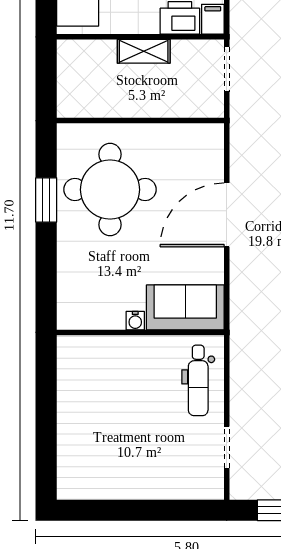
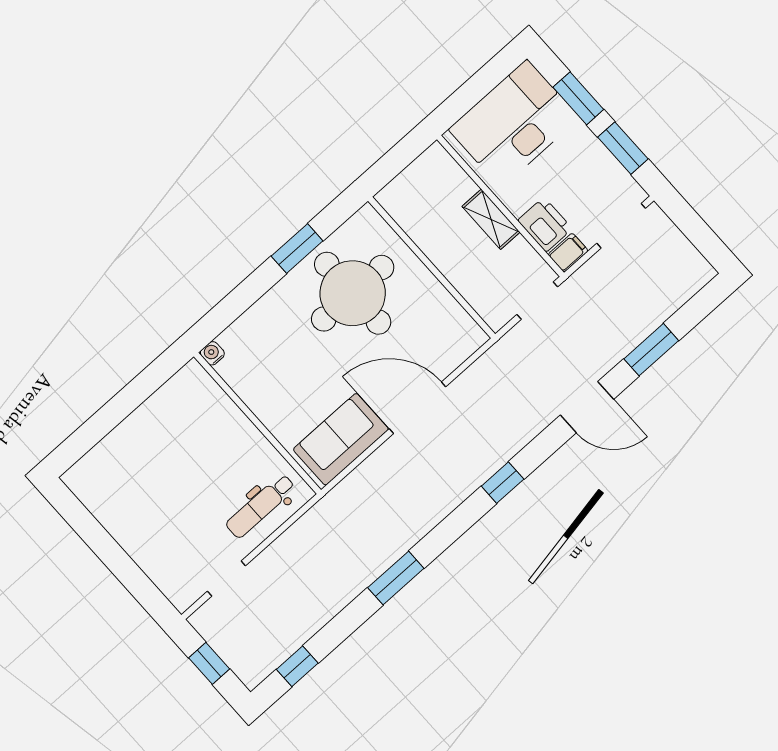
sofa: (185, 307) -> (341, 439), moved, turned -90
water cooler: (135, 321) -> (212, 353), moved, turned 90

